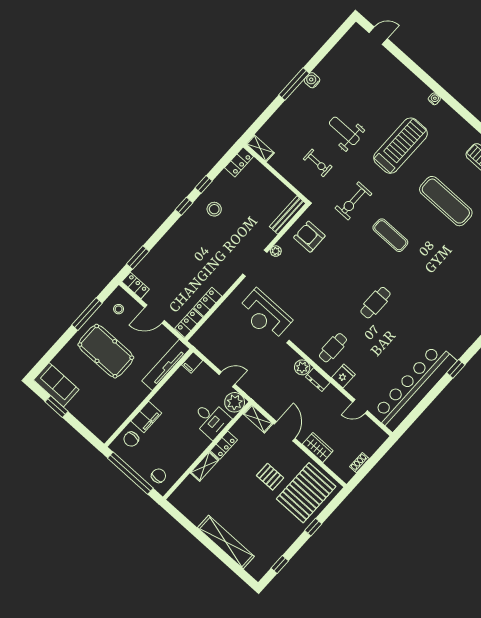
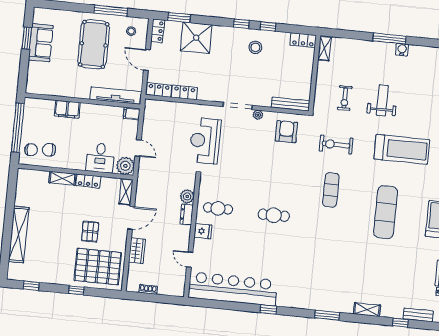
shower: (167, 256) -> (196, 38), added
sofa: (56, 385) -> (41, 43), moved
chair: (131, 439) -> (49, 150), moved

